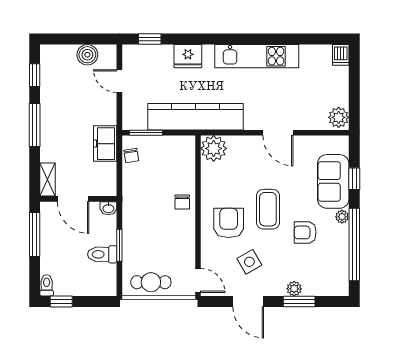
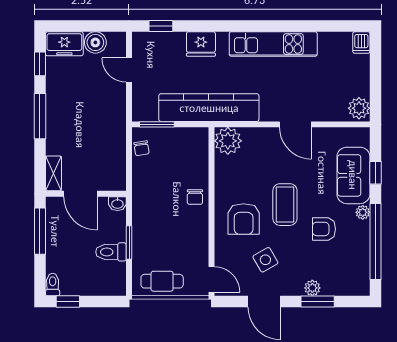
freezer: (105, 144) -> (64, 44), moved, turned -90
armchair: (229, 223) -> (244, 219), turned 180

